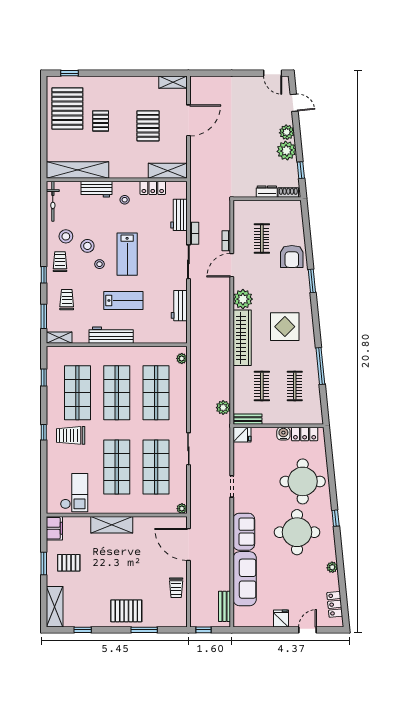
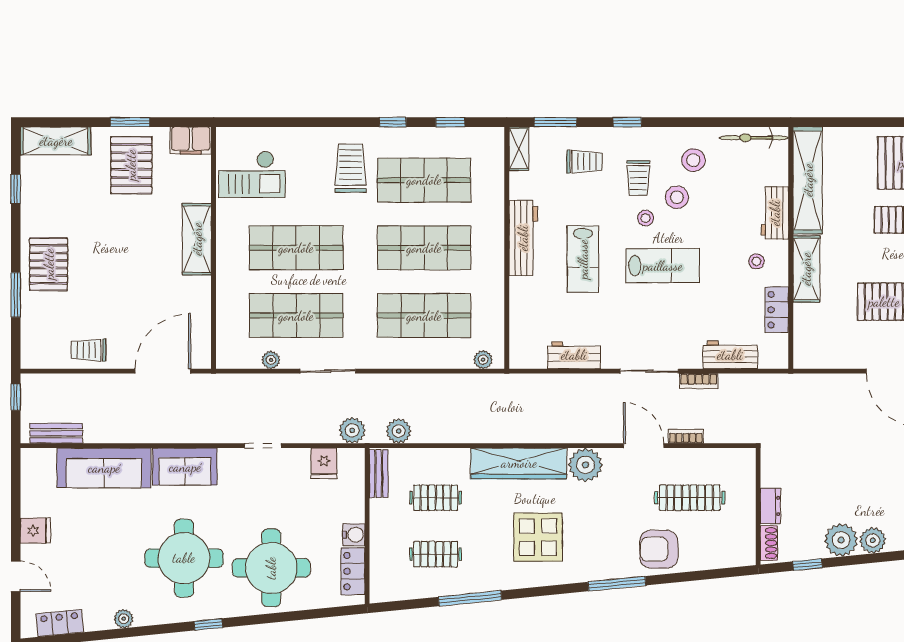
shelving: (168, 171) -> (806, 269), moved
clothes rail: (262, 239) -> (690, 498), width x1.36
lab bench: (127, 254) -> (663, 266), turned 180
trolley: (60, 262) -> (638, 178), moved, turned 90
window: (312, 281) -> (617, 584), width x1.44
window: (44, 432) -> (393, 122), moved
plant: (223, 434) -> (352, 430), added
fridge: (242, 435) -> (324, 463), moved
plant: (182, 509) -> (271, 360), moved
pallet: (69, 563) -> (131, 165), width x1.50, depth x1.42

